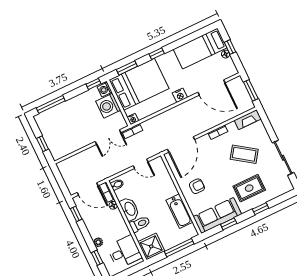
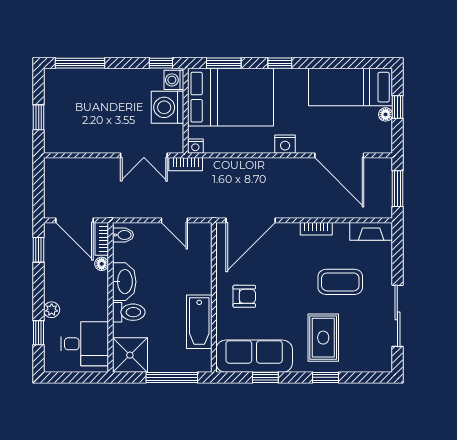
coffee table: (244, 154) -> (340, 282), turned -35
rug: (249, 188) -> (323, 338), turned 90

